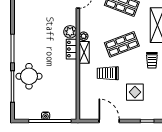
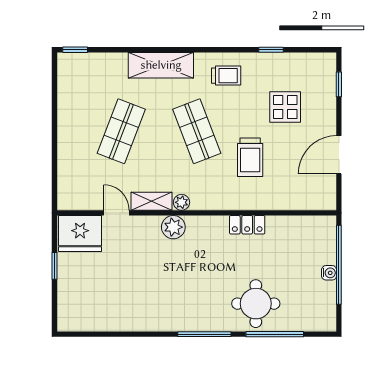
locker: (71, 49) -> (247, 225), moved
shelving: (84, 52) -> (151, 201), moved

